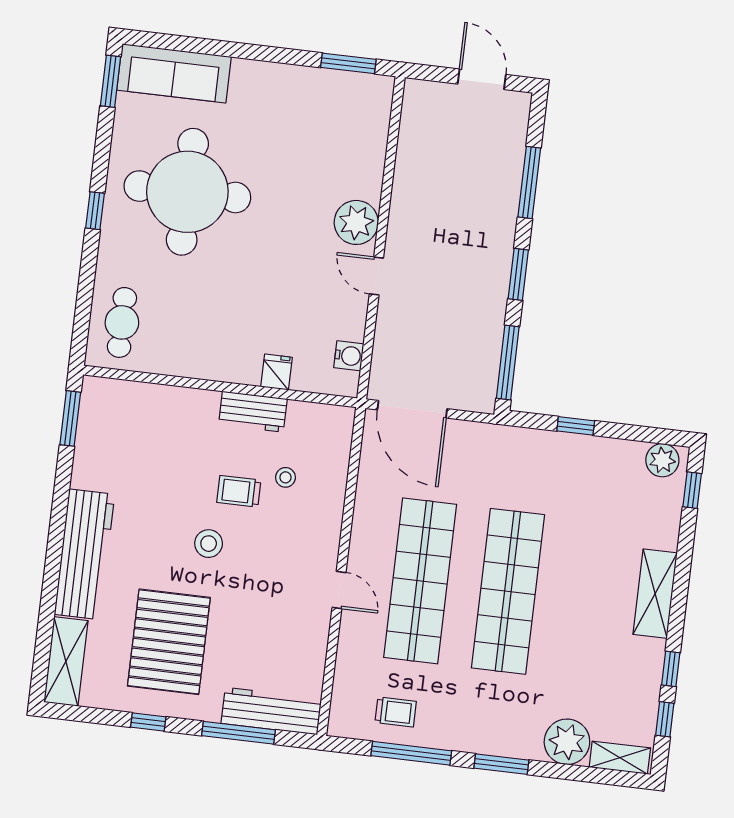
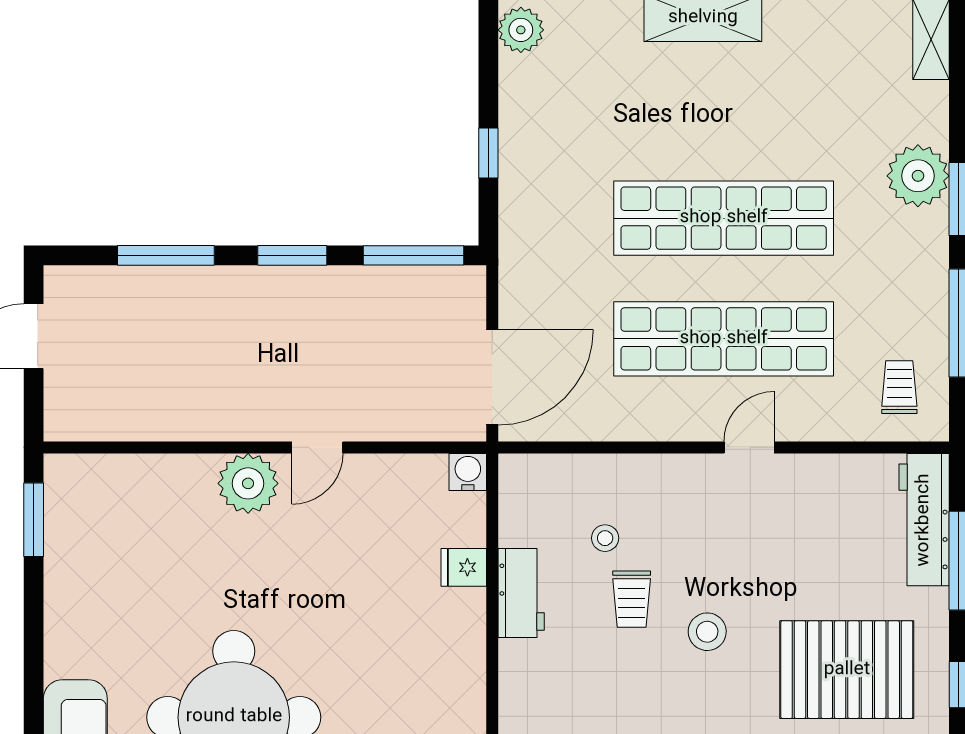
water cooler: (349, 356) -> (468, 472), moved
trolley: (396, 712) -> (899, 387), moved
plant: (567, 742) -> (918, 176), moved

